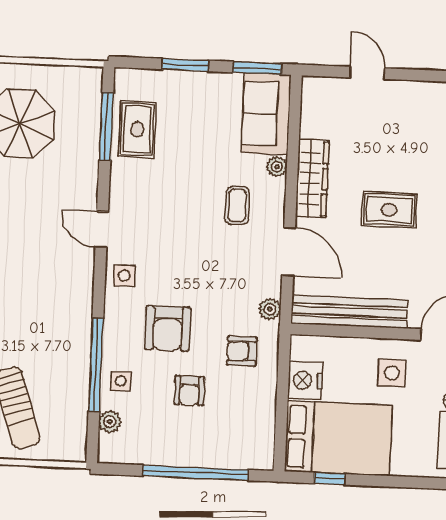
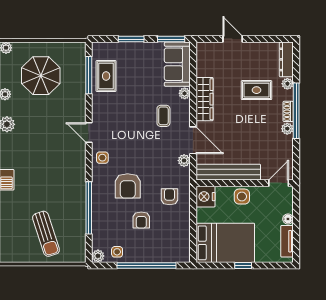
rug: (389, 210) -> (256, 90), moved
plant: (270, 309) -> (184, 161), moved
armchair: (242, 351) -> (170, 197), turned 90
side table: (392, 373) -> (242, 197), moved
nightstand: (305, 380) -> (205, 197), moved
side table: (121, 381) -> (117, 252), moved
plant: (110, 422) -> (98, 256), moved
window: (330, 479) -> (243, 265), moved

